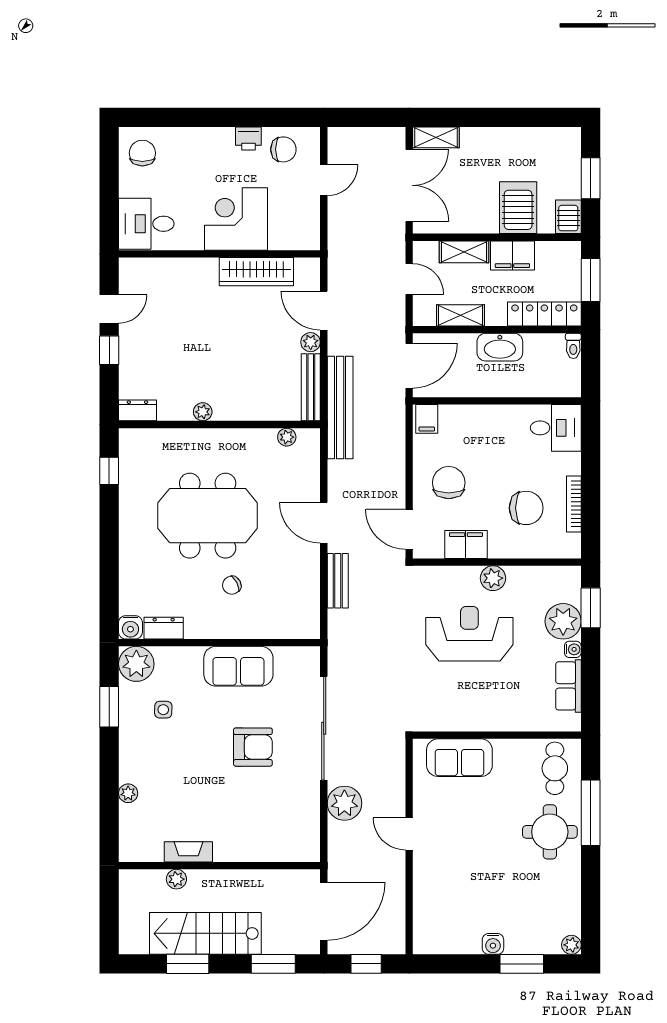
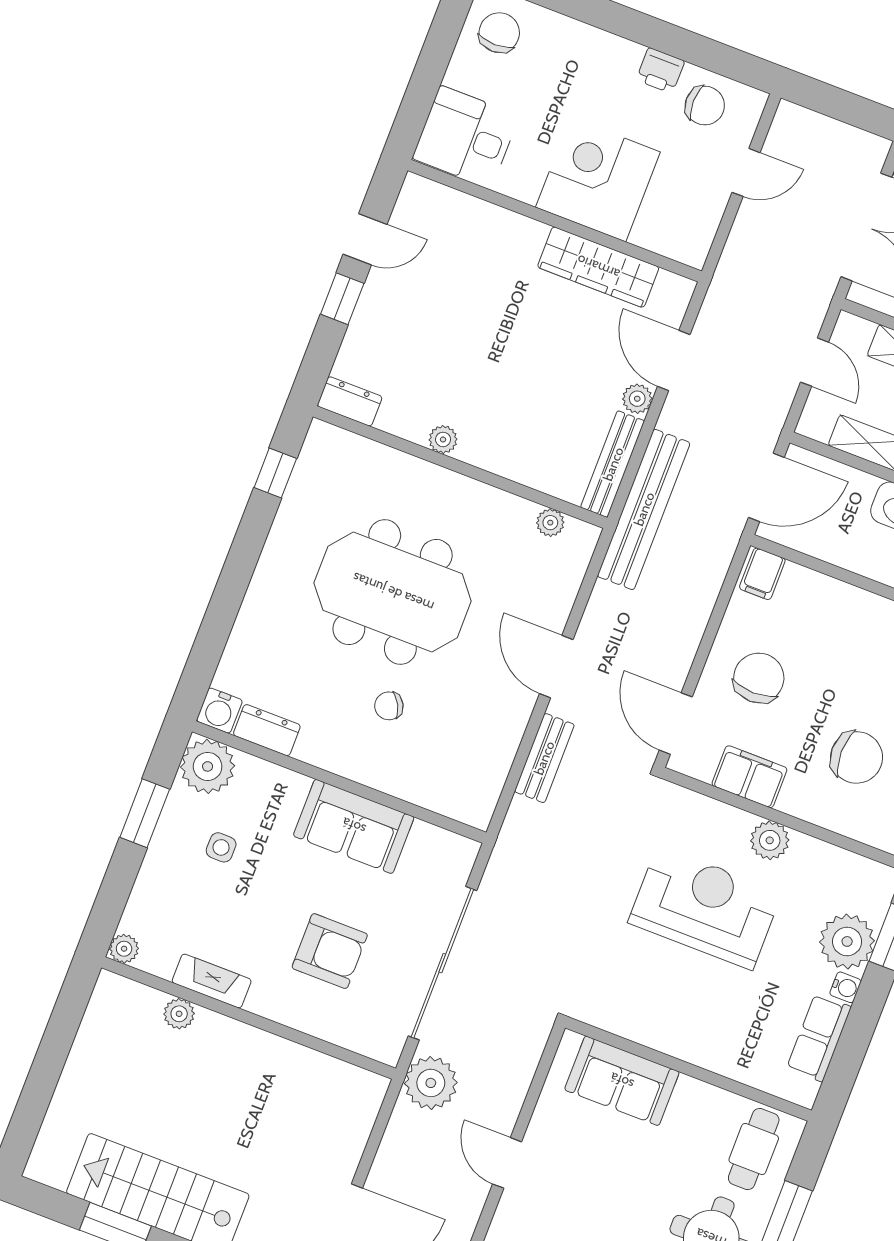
fireplace: (188, 852) -> (212, 981), moved
wall: (219, 866) -> (249, 1018), moved
plant: (176, 879) -> (179, 1014), moved

